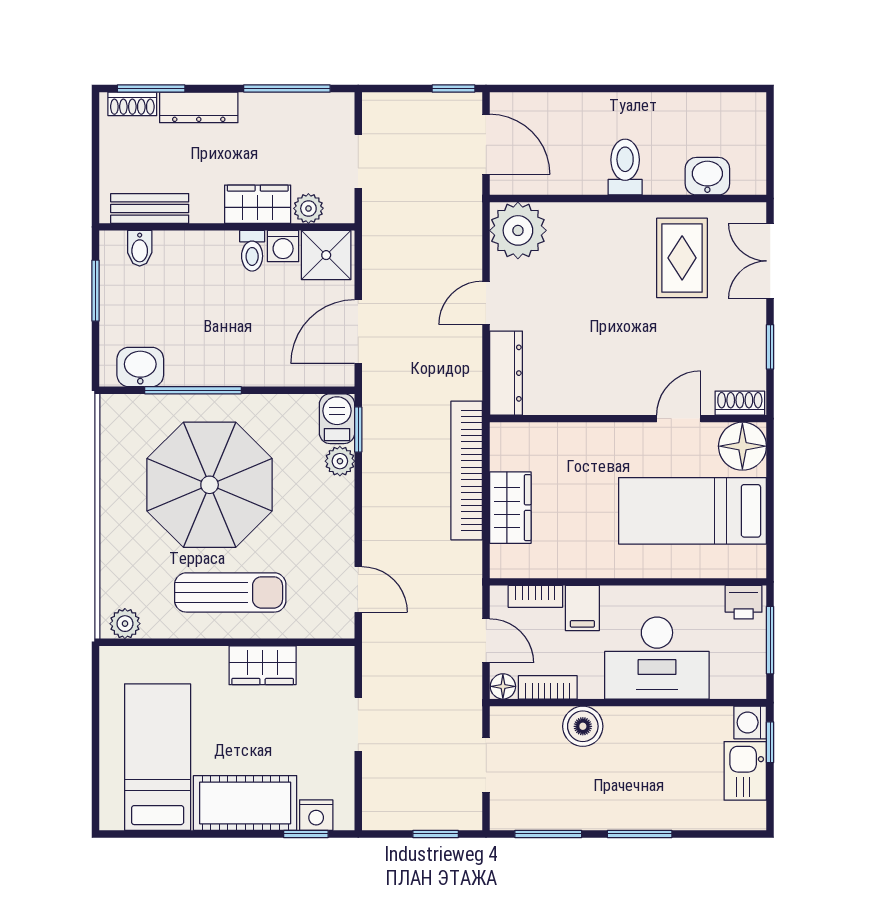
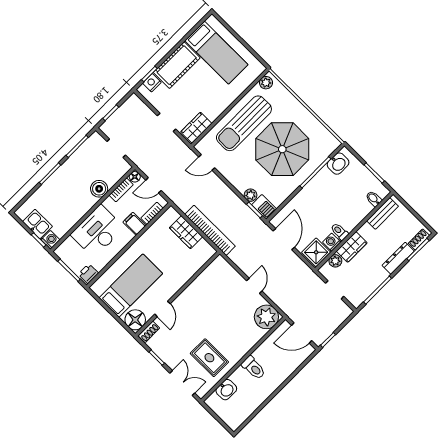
dresser: (506, 373) -> (227, 271), removed
sun lounger: (230, 592) -> (244, 123), width x1.36, depth x1.34
wardrobe: (263, 665) -> (196, 128), moved

